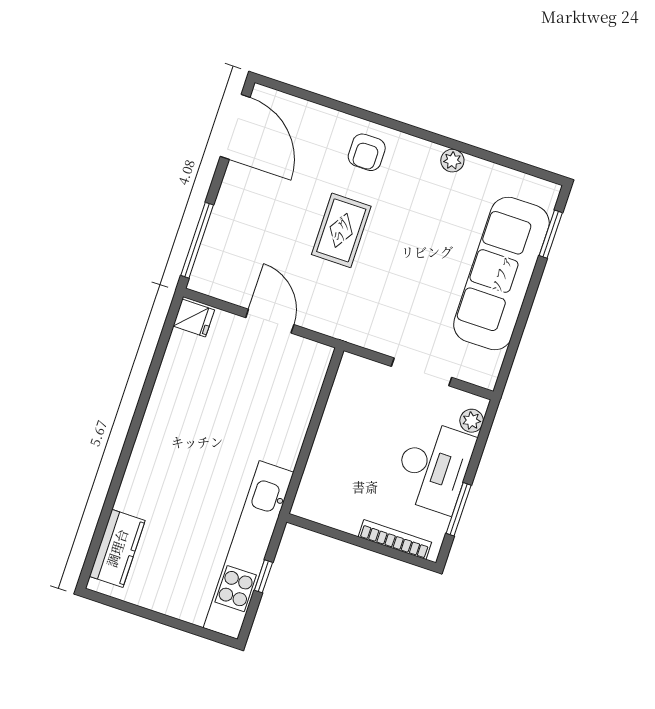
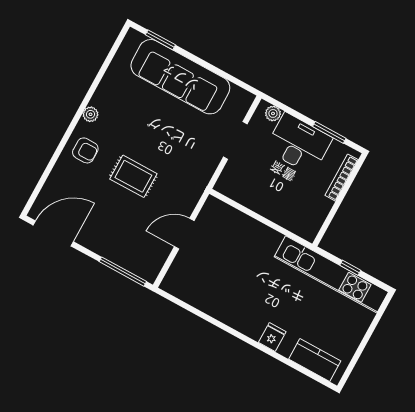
plant: (452, 161) -> (91, 114), moved
fridge: (194, 318) -> (272, 337), moved

